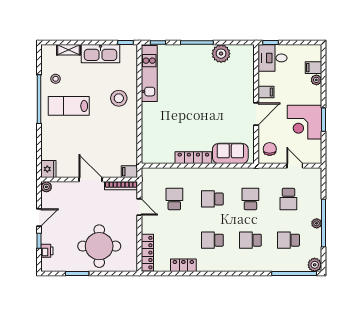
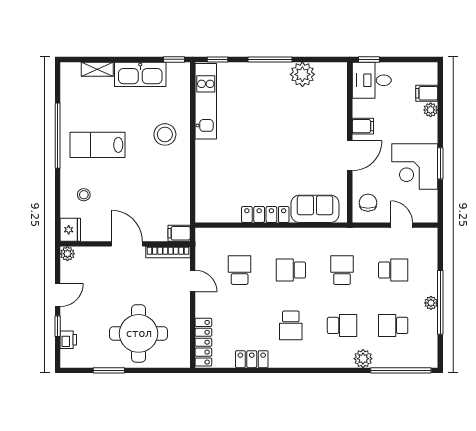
stool: (56, 79) -> (84, 195), moved
school desk: (288, 199) -> (393, 270), turned -90
school desk: (212, 240) -> (291, 325), turned -90
school desk: (250, 240) -> (342, 325), turned 180
plant: (315, 265) -> (363, 359), moved

